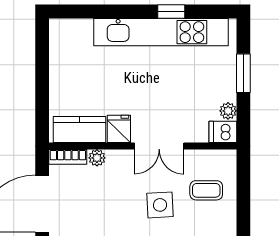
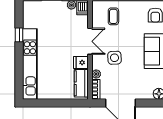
kitchen unit: (161, 32) -> (30, 64), moved
side table: (160, 205) -> (114, 58), moved

